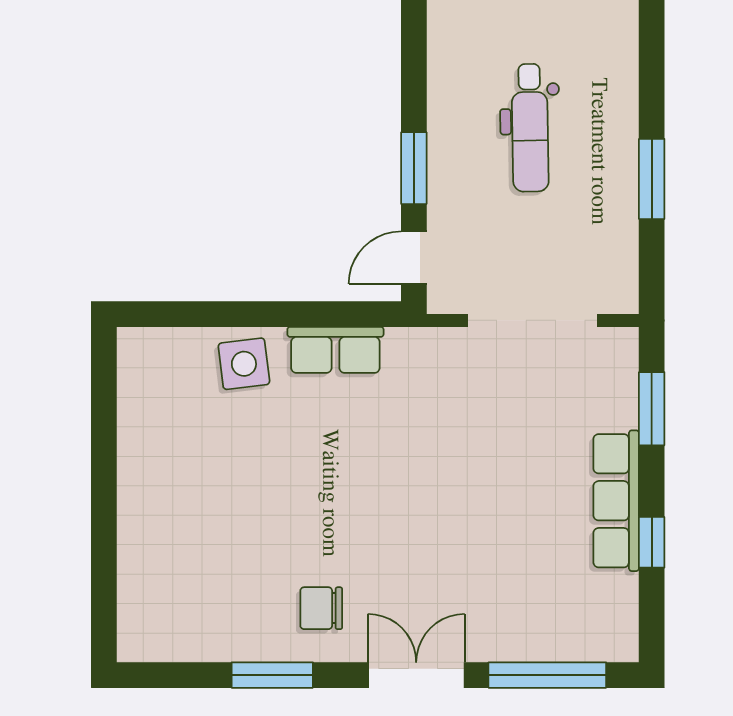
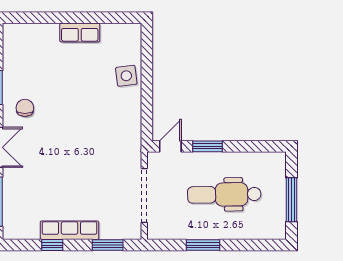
dental chair: (530, 128) -> (224, 195), width x1.36, depth x1.38
door: (414, 258) -> (170, 146), hinge flipped
row of seats: (335, 350) -> (80, 32), moved, turned -90

